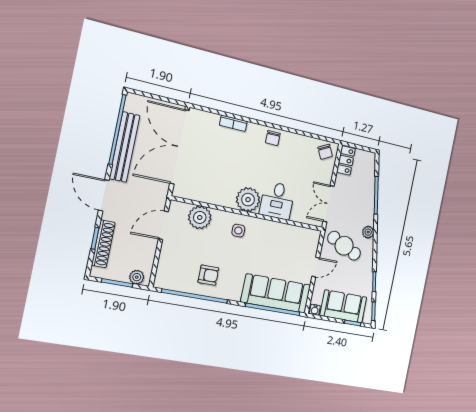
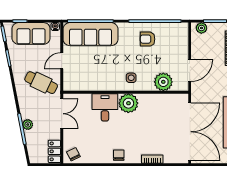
plant: (368, 232) -> (28, 125), moved

